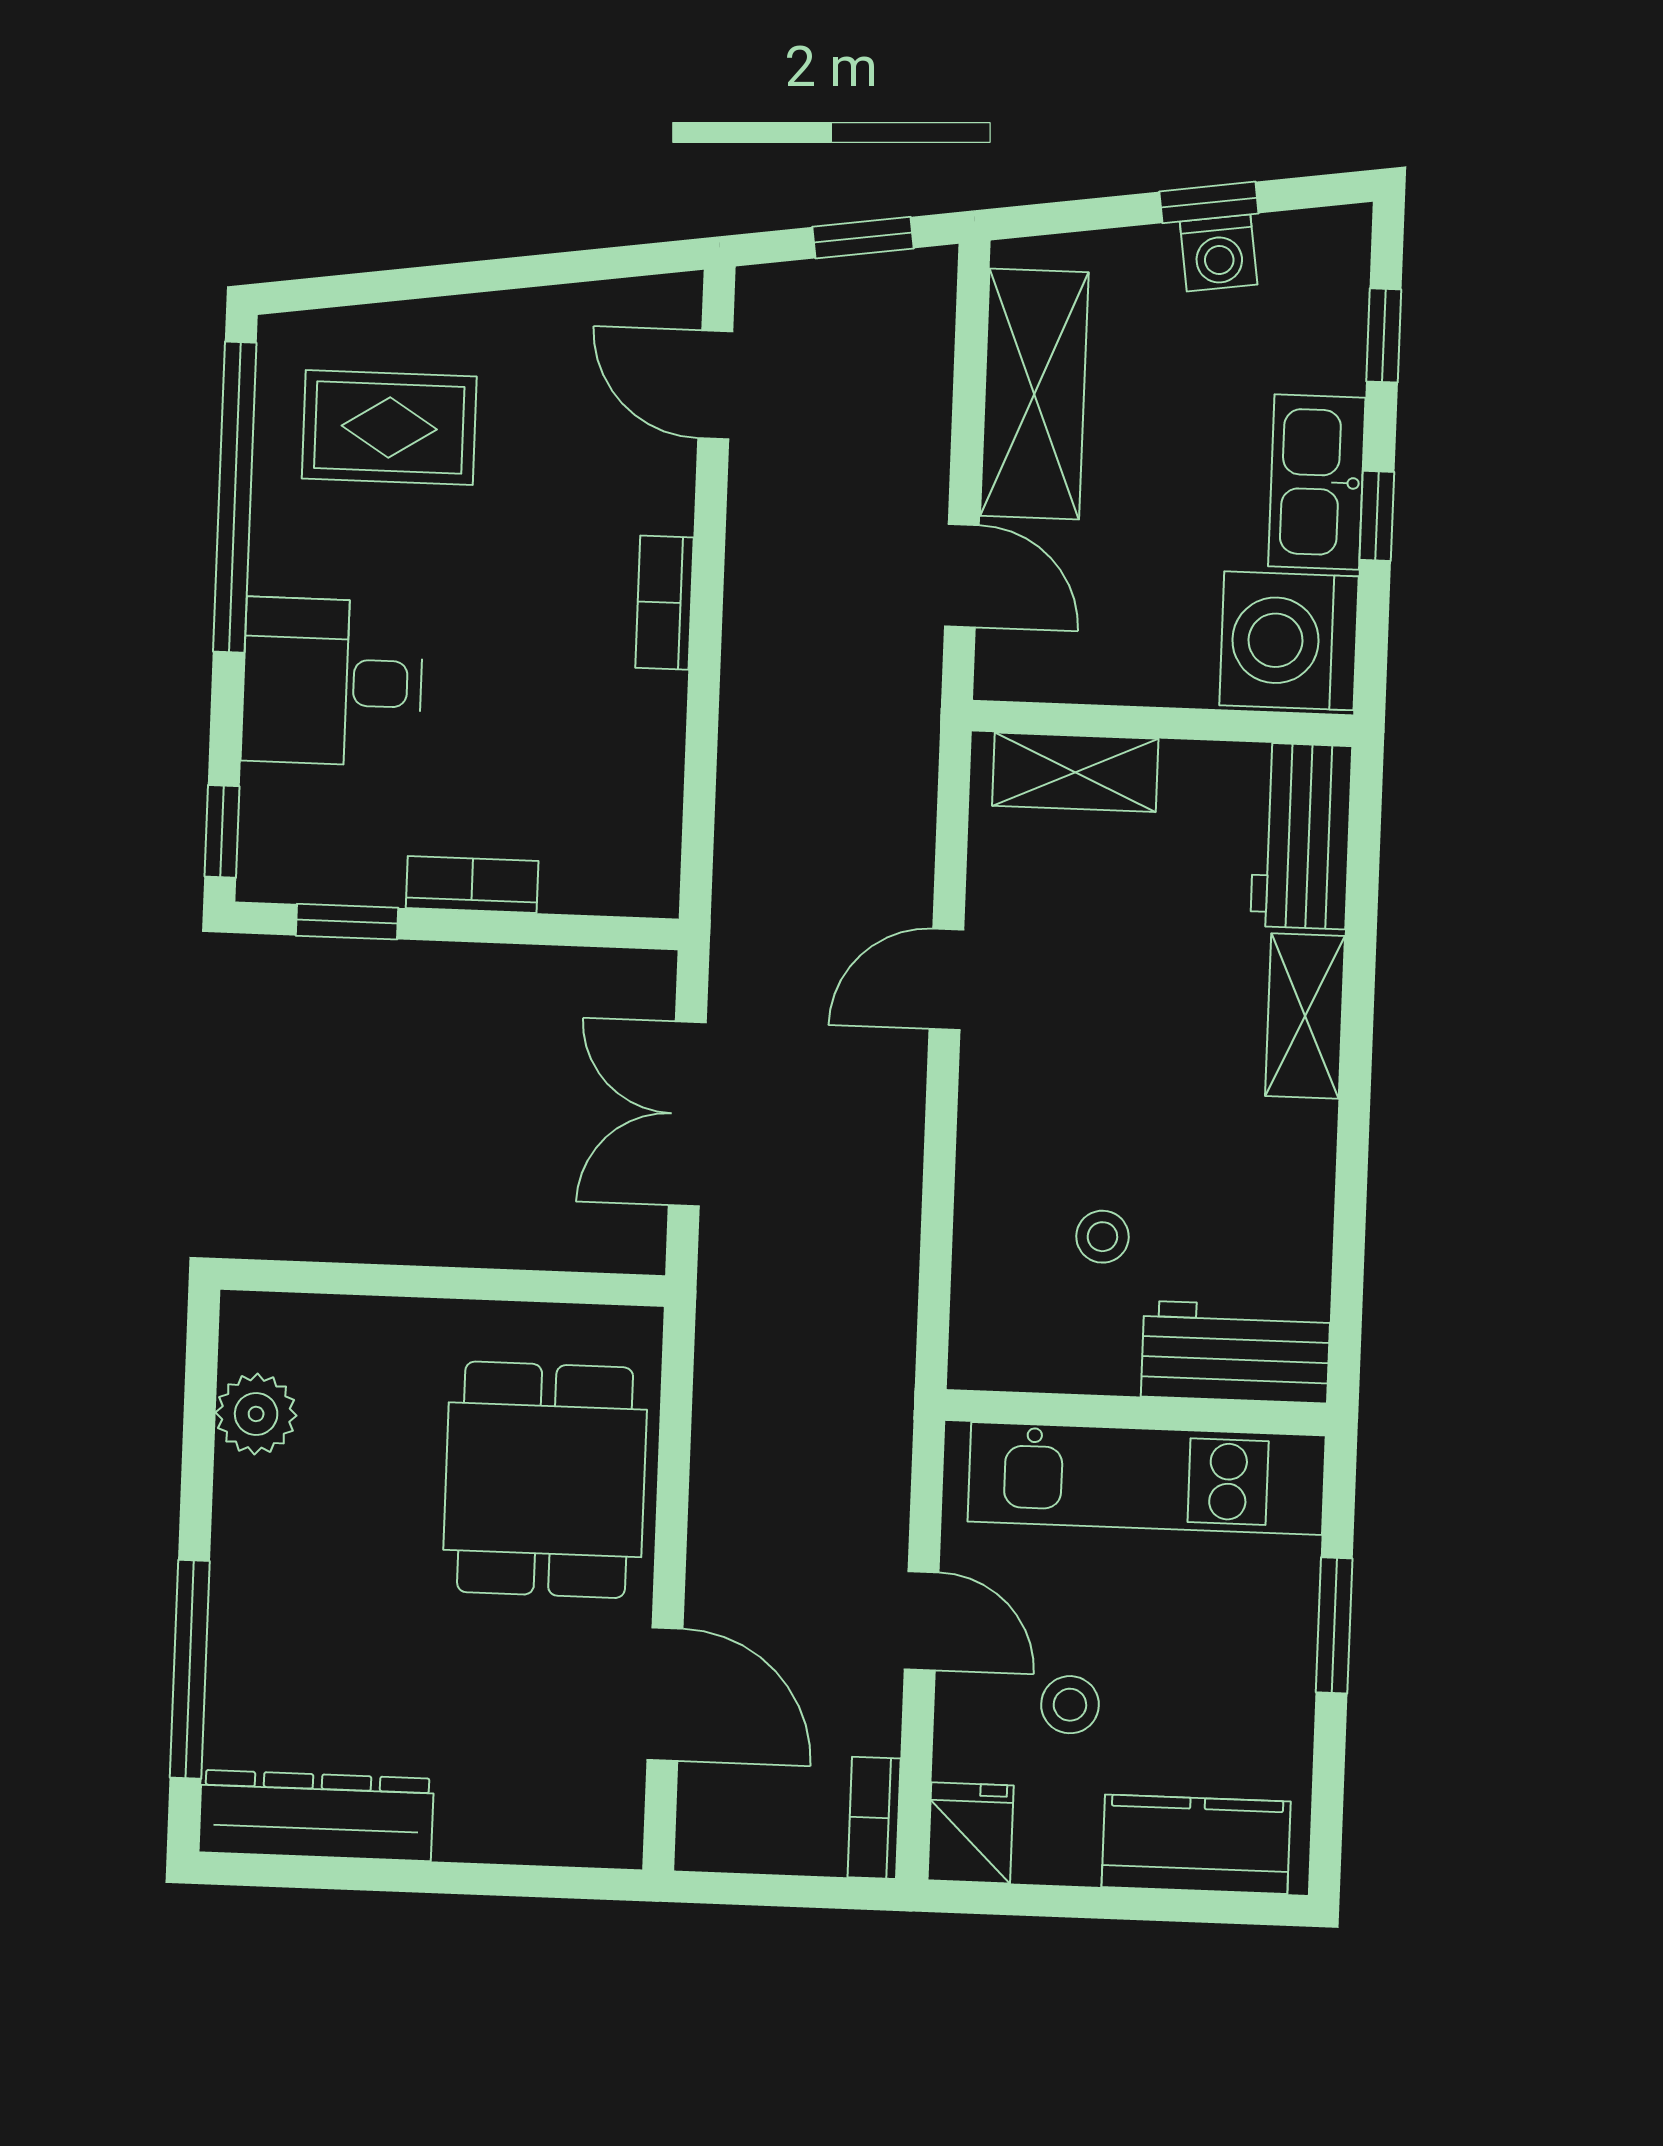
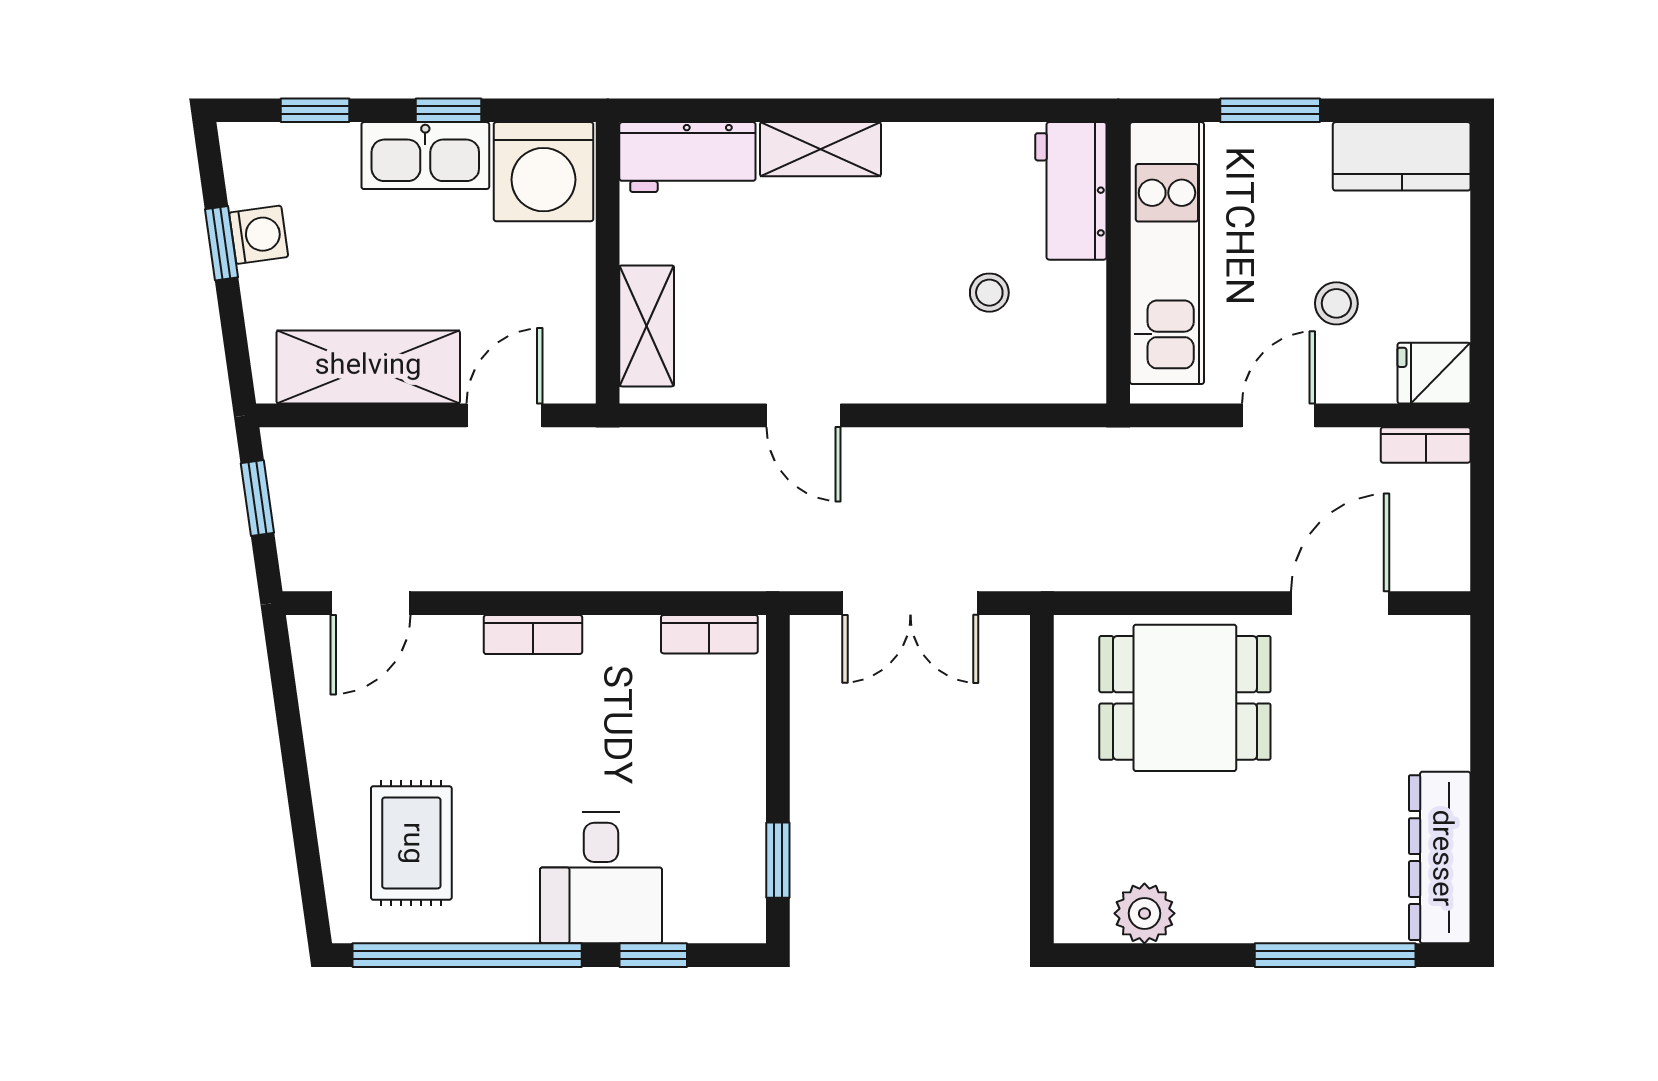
window: (222, 831) -> (653, 955), moved
bookcase: (472, 884) -> (709, 634), moved, turned -90
kitchen counter: (1196, 1844) -> (1402, 156), moved, turned -90

